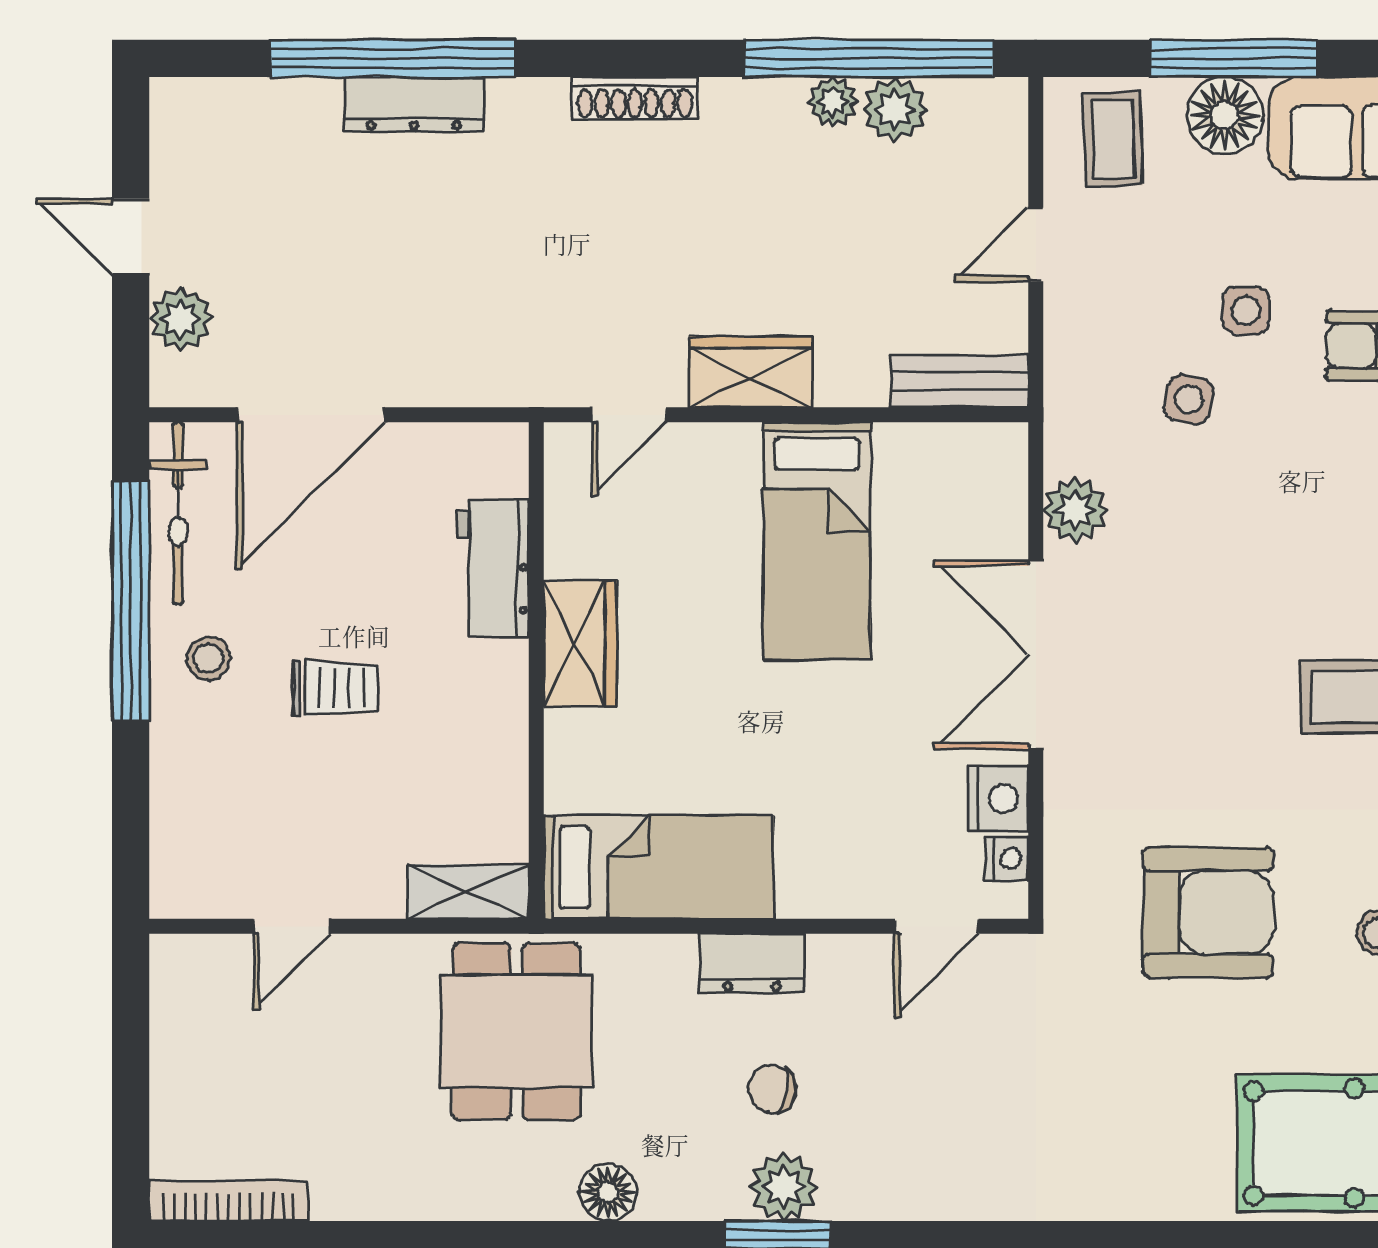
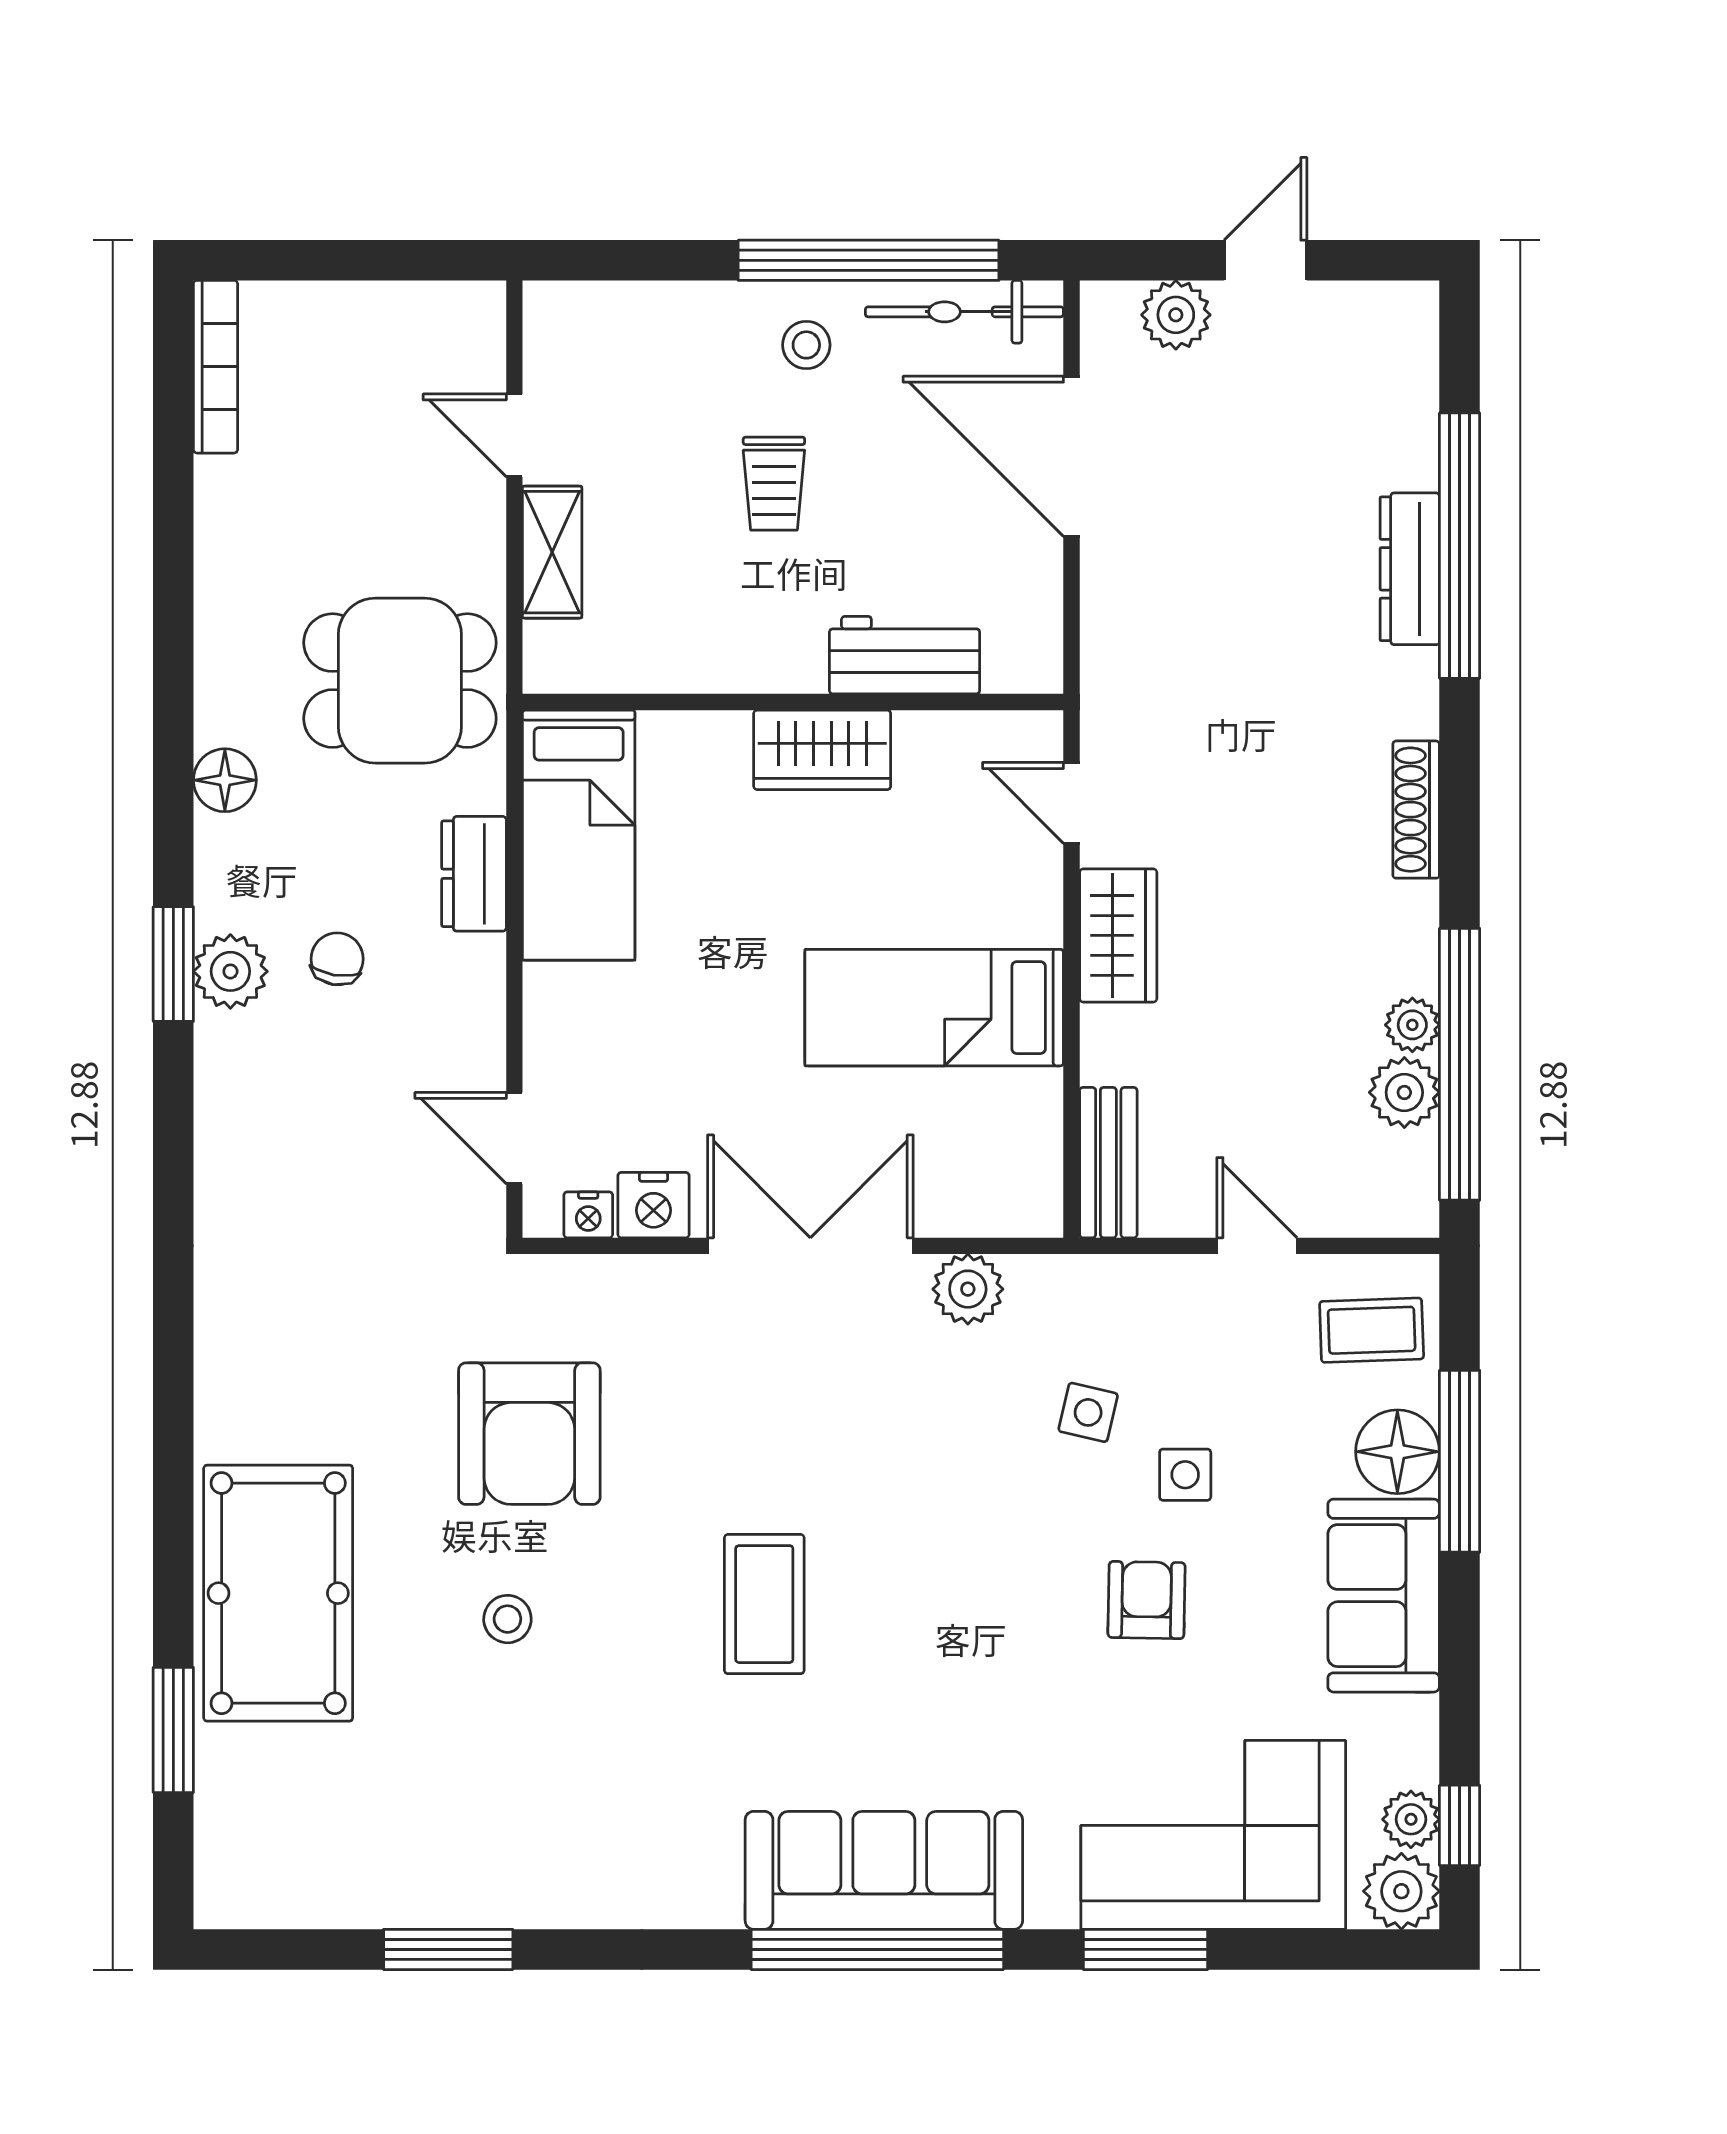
shelving: (468, 892) -> (552, 552), moved
dresser: (752, 963) -> (474, 874), moved

